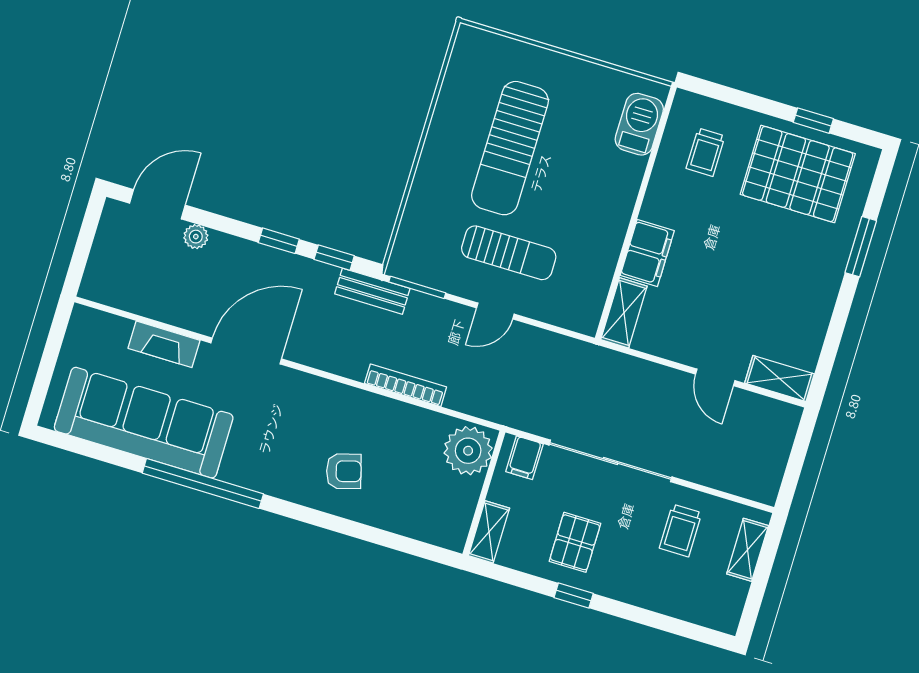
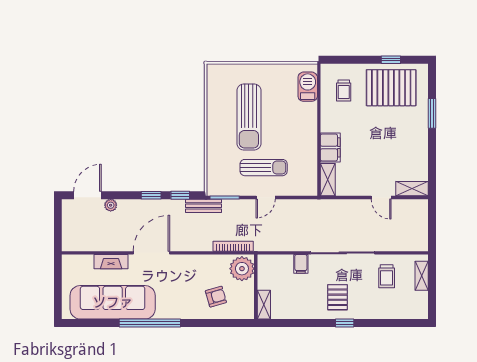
plant: (468, 451) -> (242, 269), moved
wall: (484, 493) -> (256, 287), moved
shelving: (489, 532) -> (264, 305), moved

